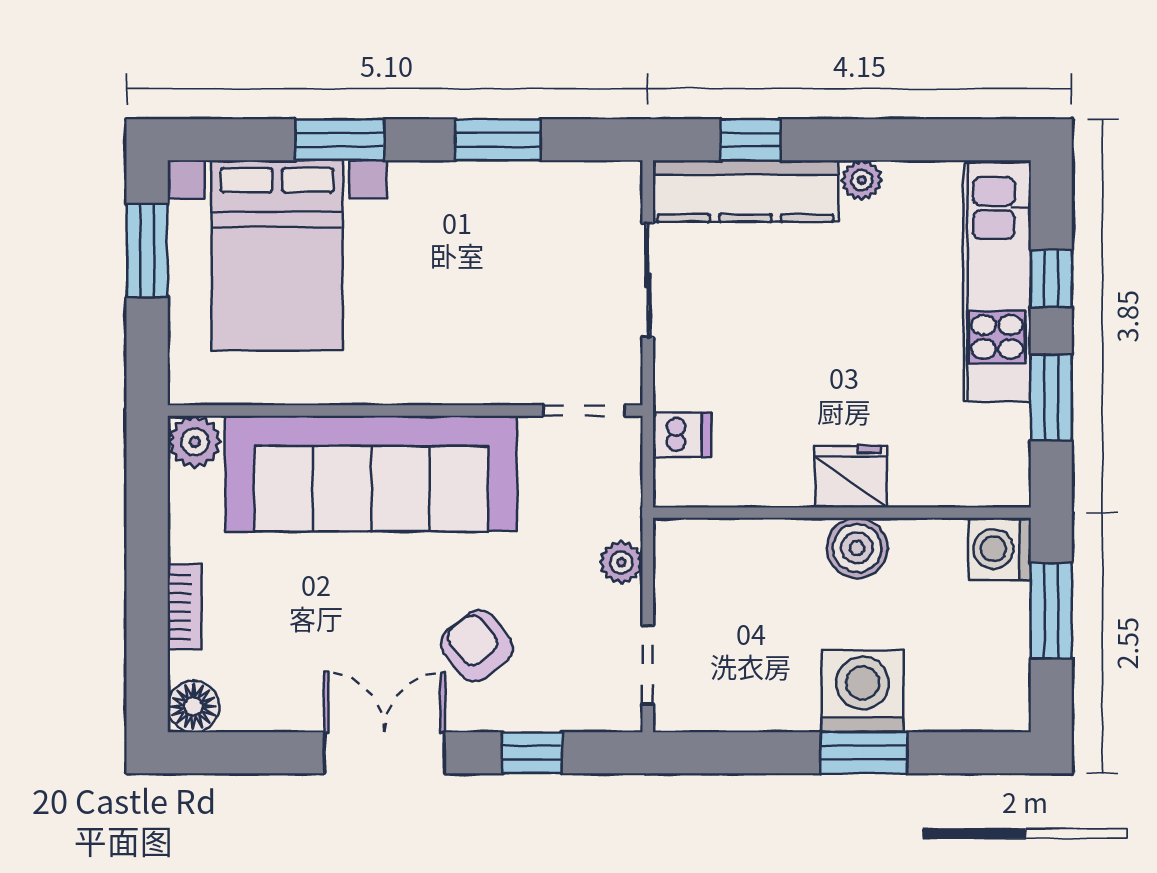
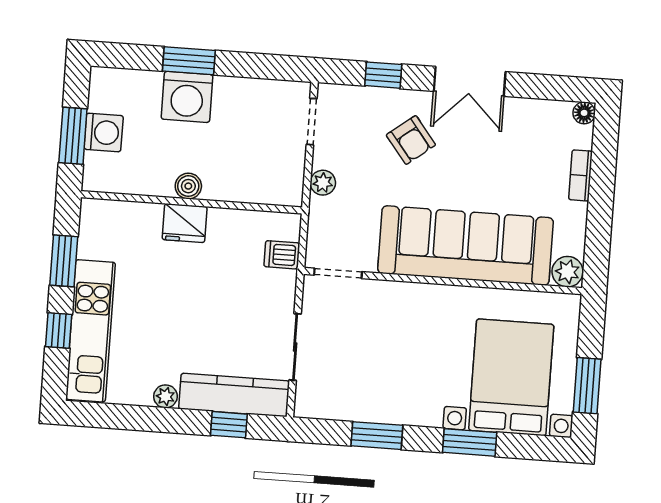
boiler: (857, 548) -> (188, 186), width x0.73, depth x0.73
washing machine: (1000, 549) -> (104, 132), moved
floor lamp: (193, 707) -> (584, 113), width x0.73, depth x0.73

